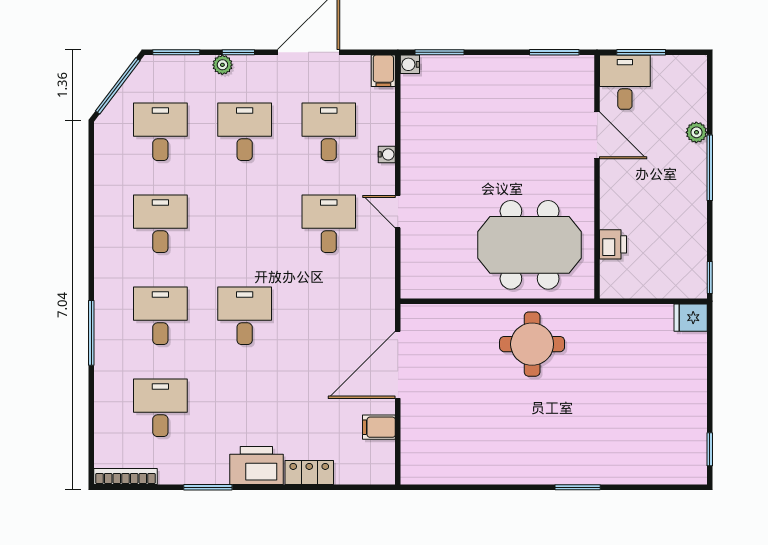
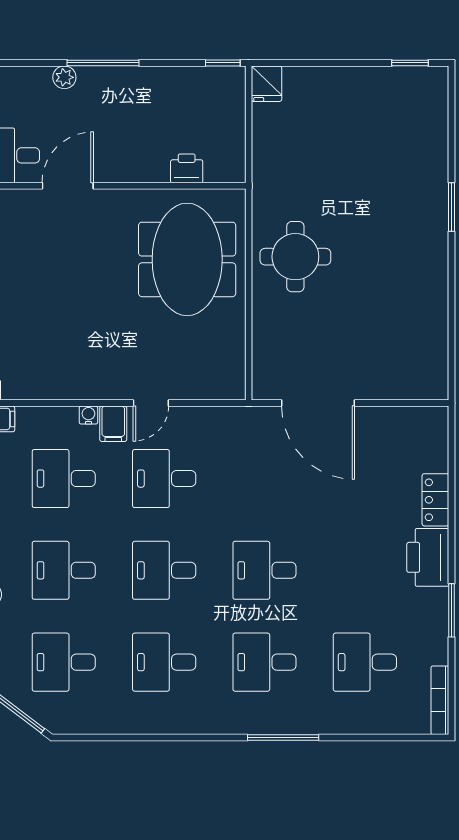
desk: (245, 224) -> (164, 570), added
filing cabinet: (379, 427) -> (113, 424), moved

